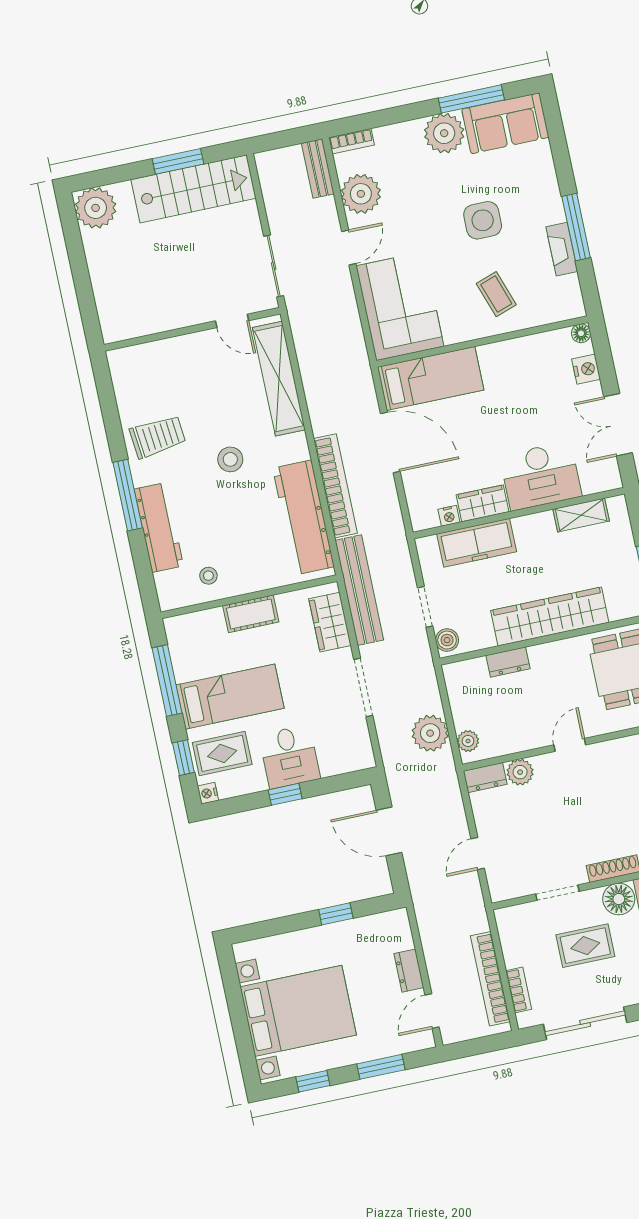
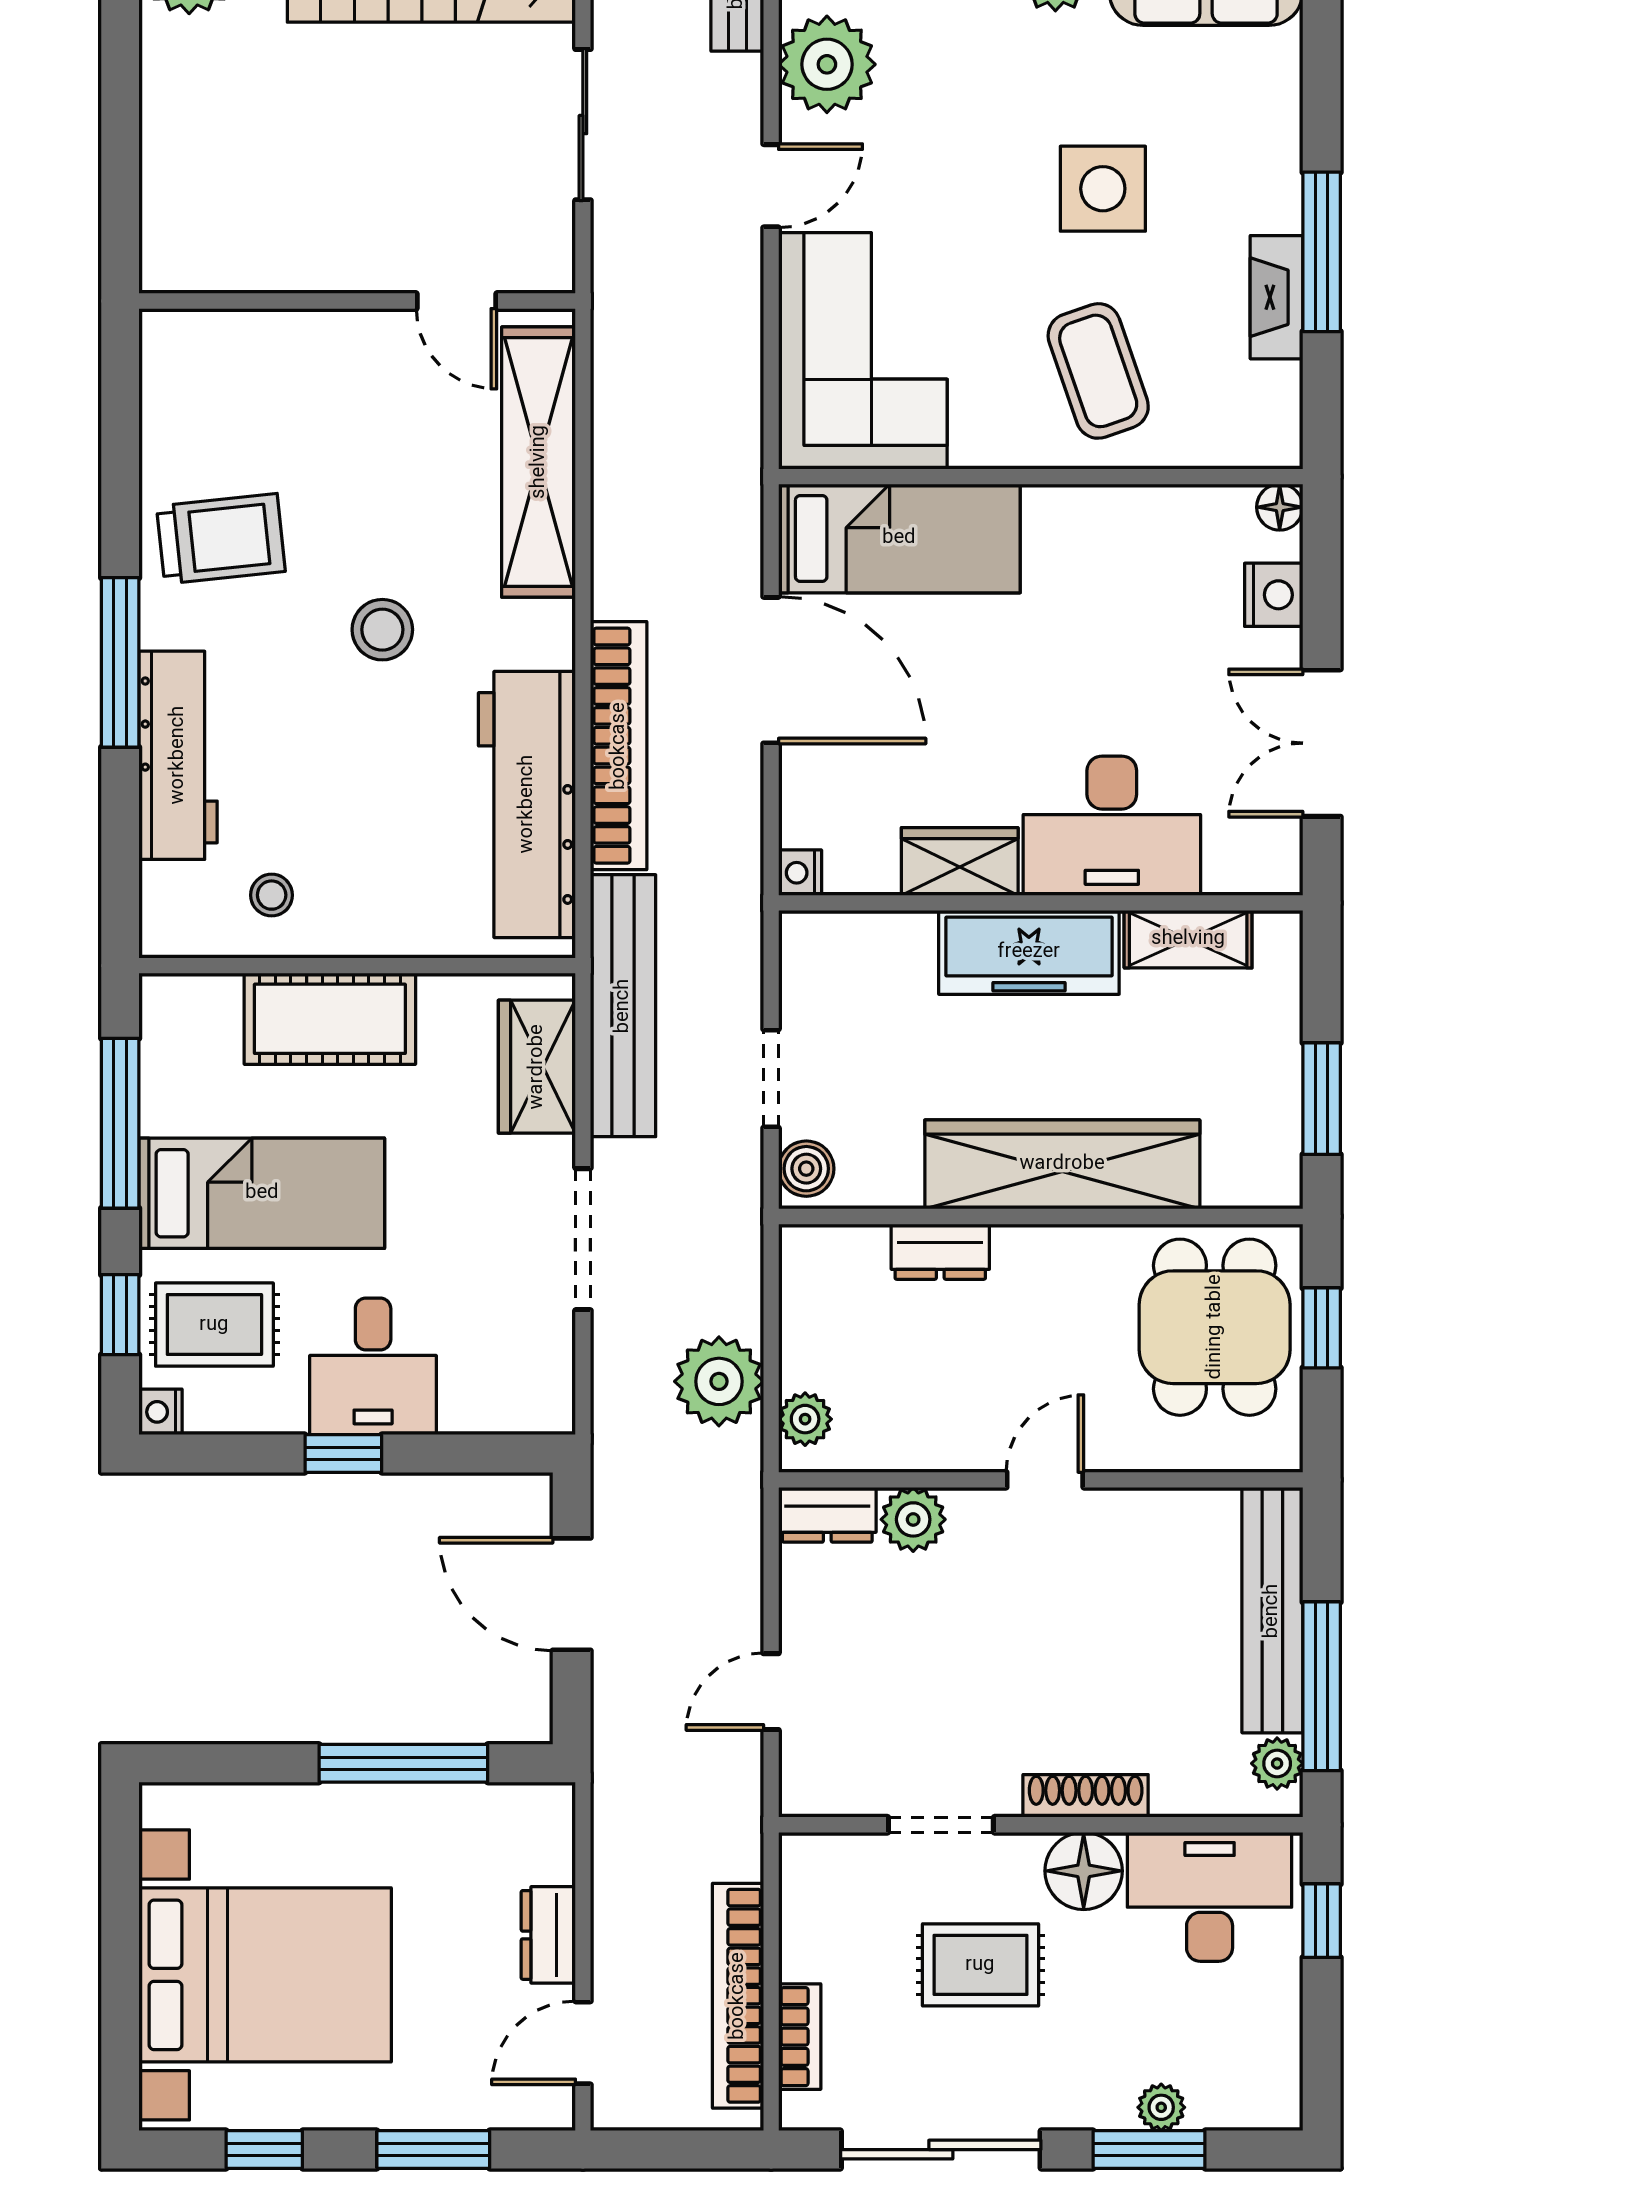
sliding door: (274, 266) -> (583, 125), moved
coffee table: (496, 294) -> (1098, 371), width x1.36, depth x1.30
nightstand: (449, 516) -> (800, 873), moved, turned 90
freezer: (477, 543) -> (1029, 952), moved
cot: (251, 614) -> (330, 1019), width x1.37, depth x1.34
window: (336, 914) -> (403, 1763), width x2.17

